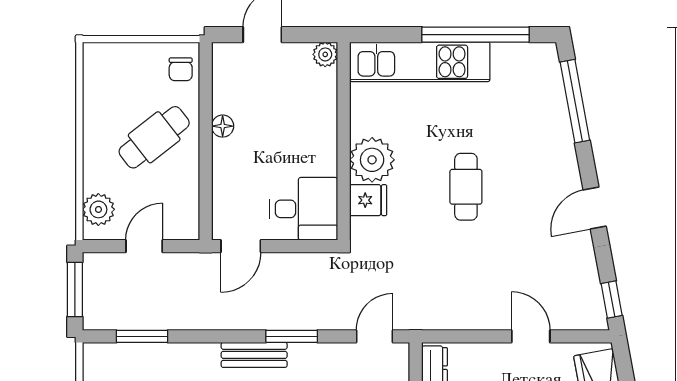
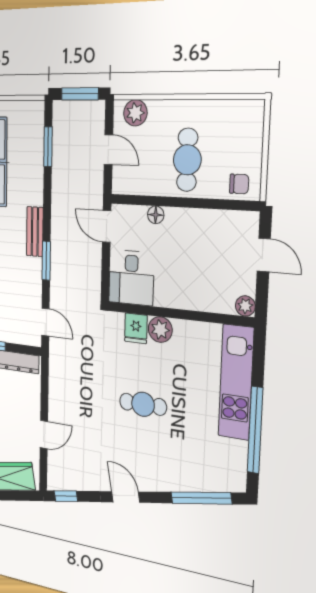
chair: (181, 69) -> (239, 184), turned 180
floor lamp: (223, 126) -> (156, 215), moved
cafe table: (154, 137) -> (187, 160), turned 38
plant: (372, 160) -> (160, 330), width x0.73, depth x0.73

